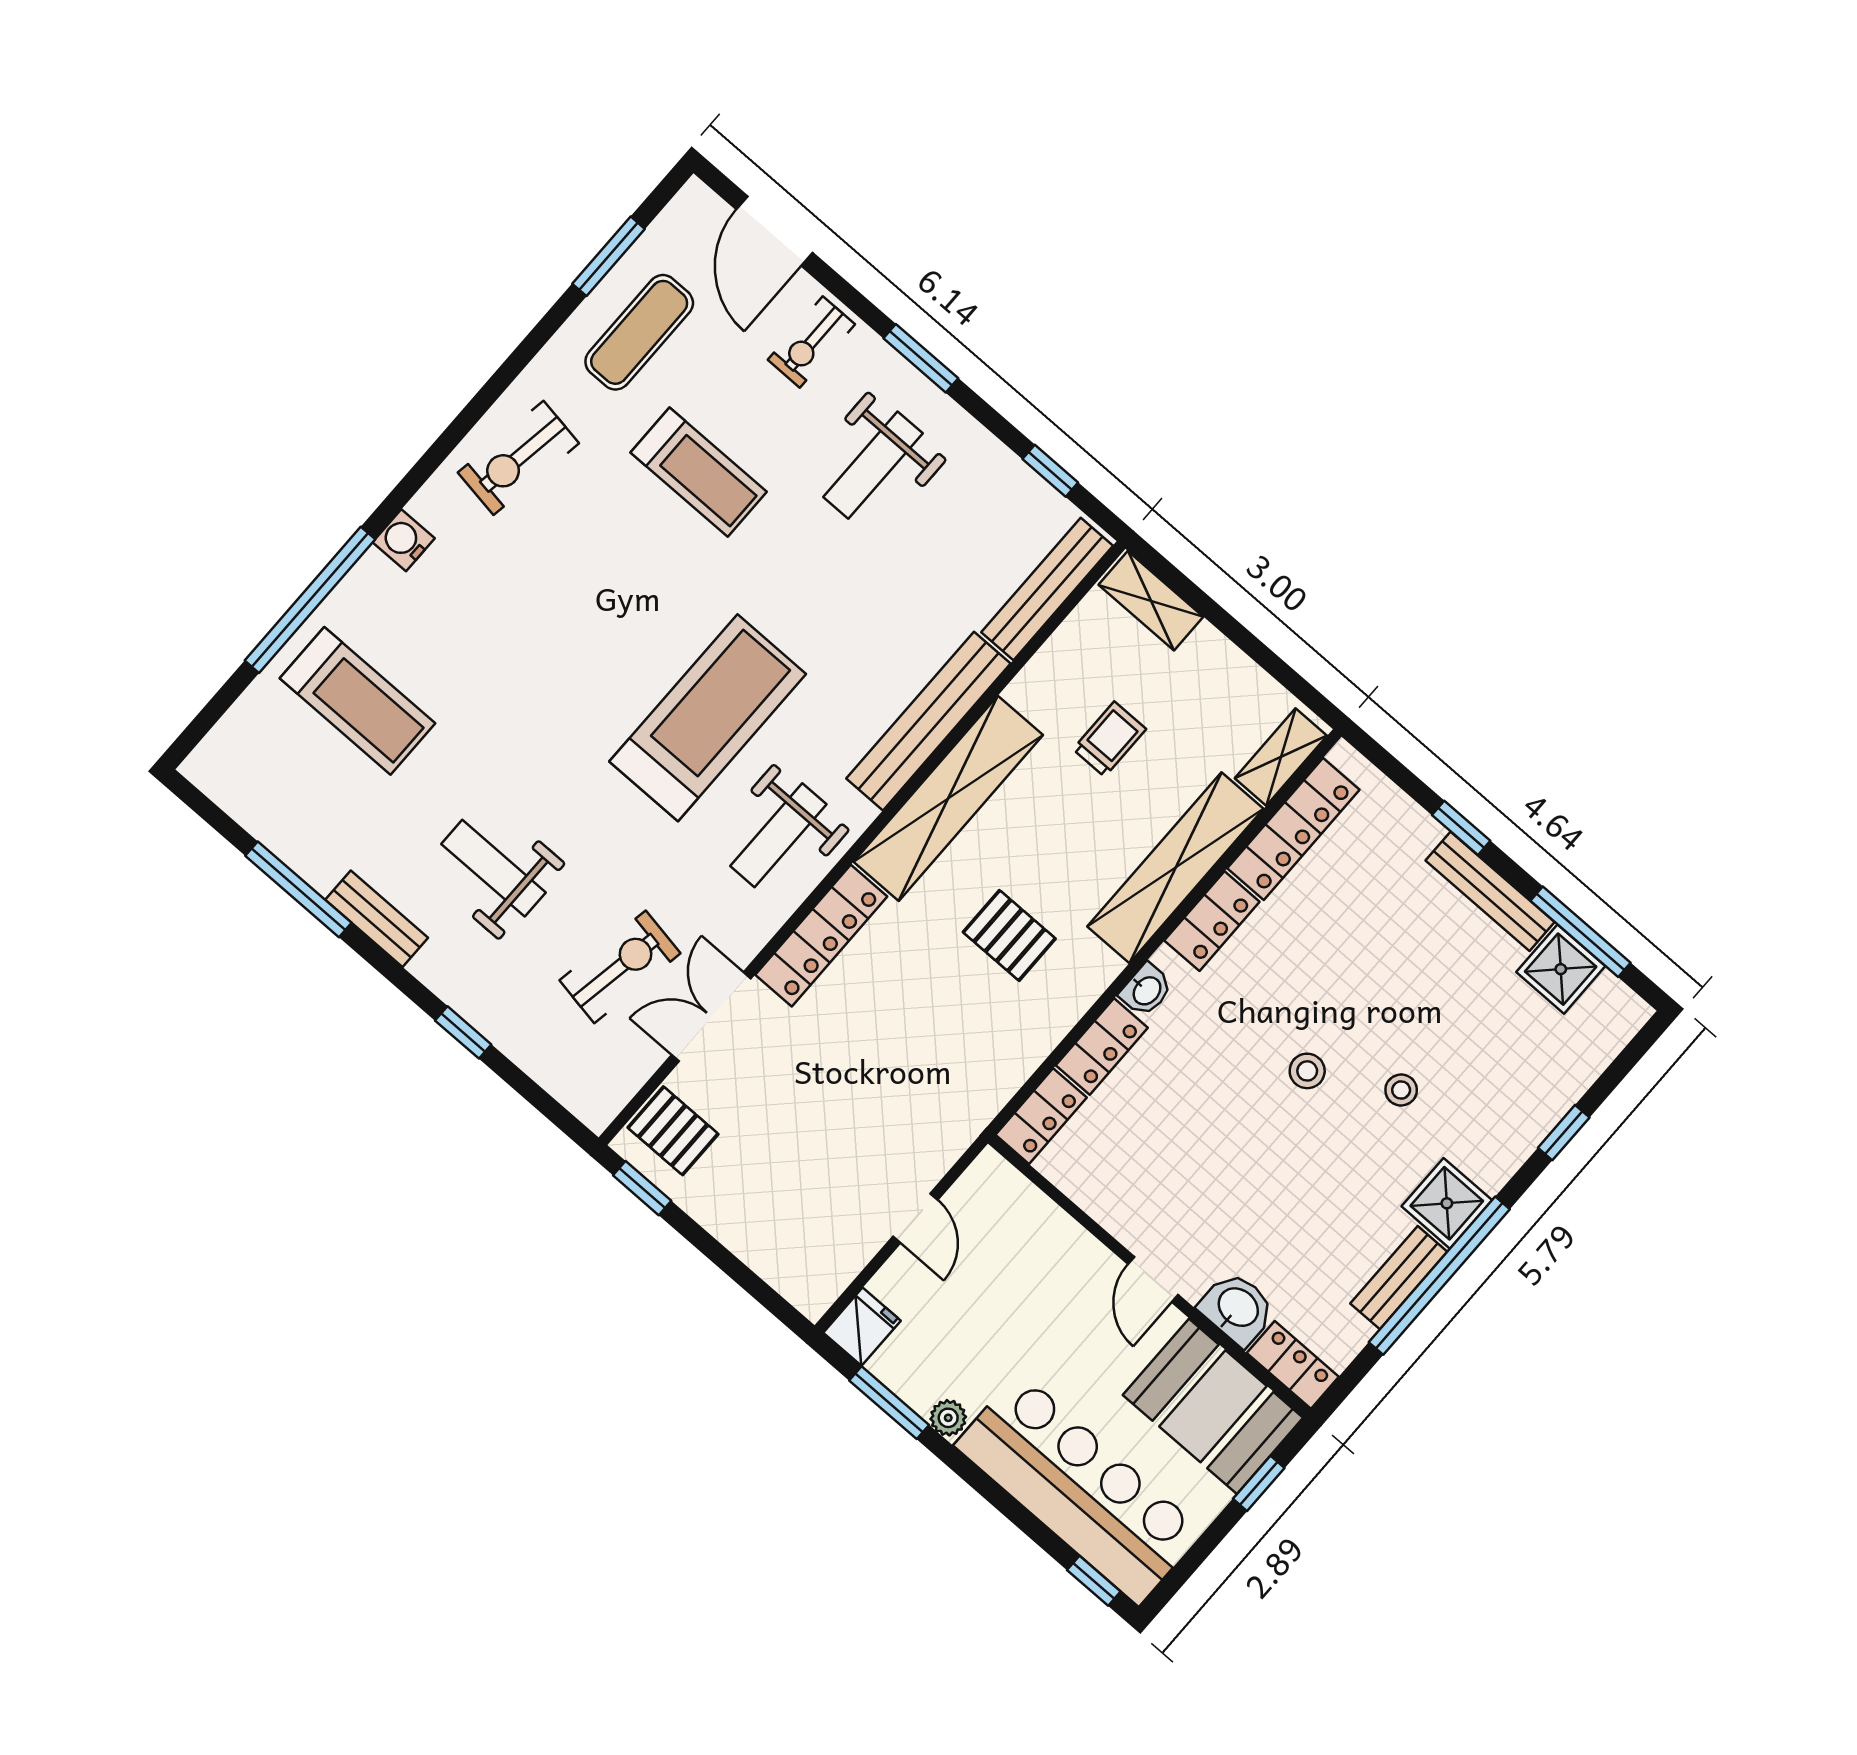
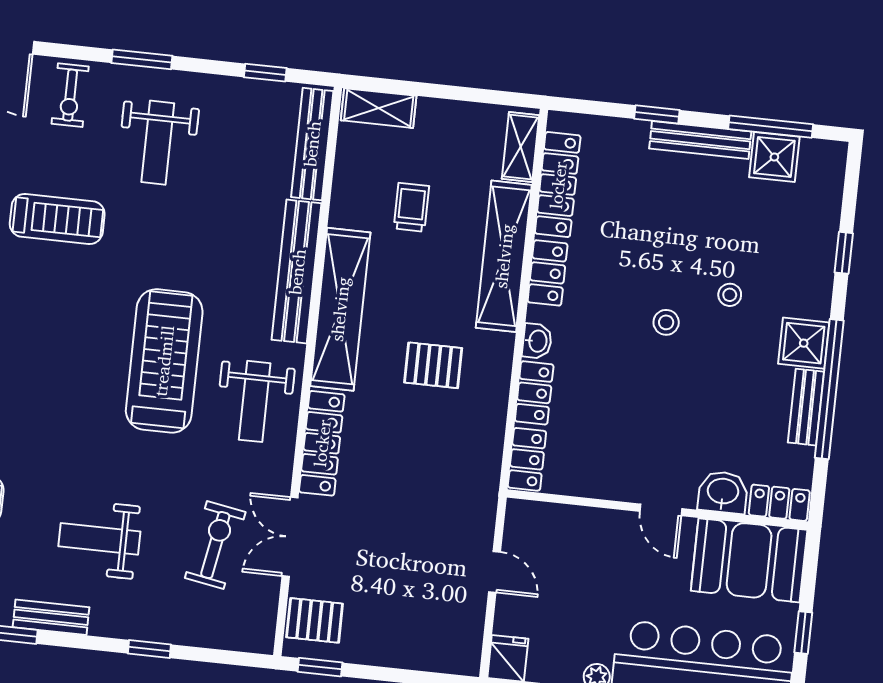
window: (1259, 1483) -> (803, 633), moved

